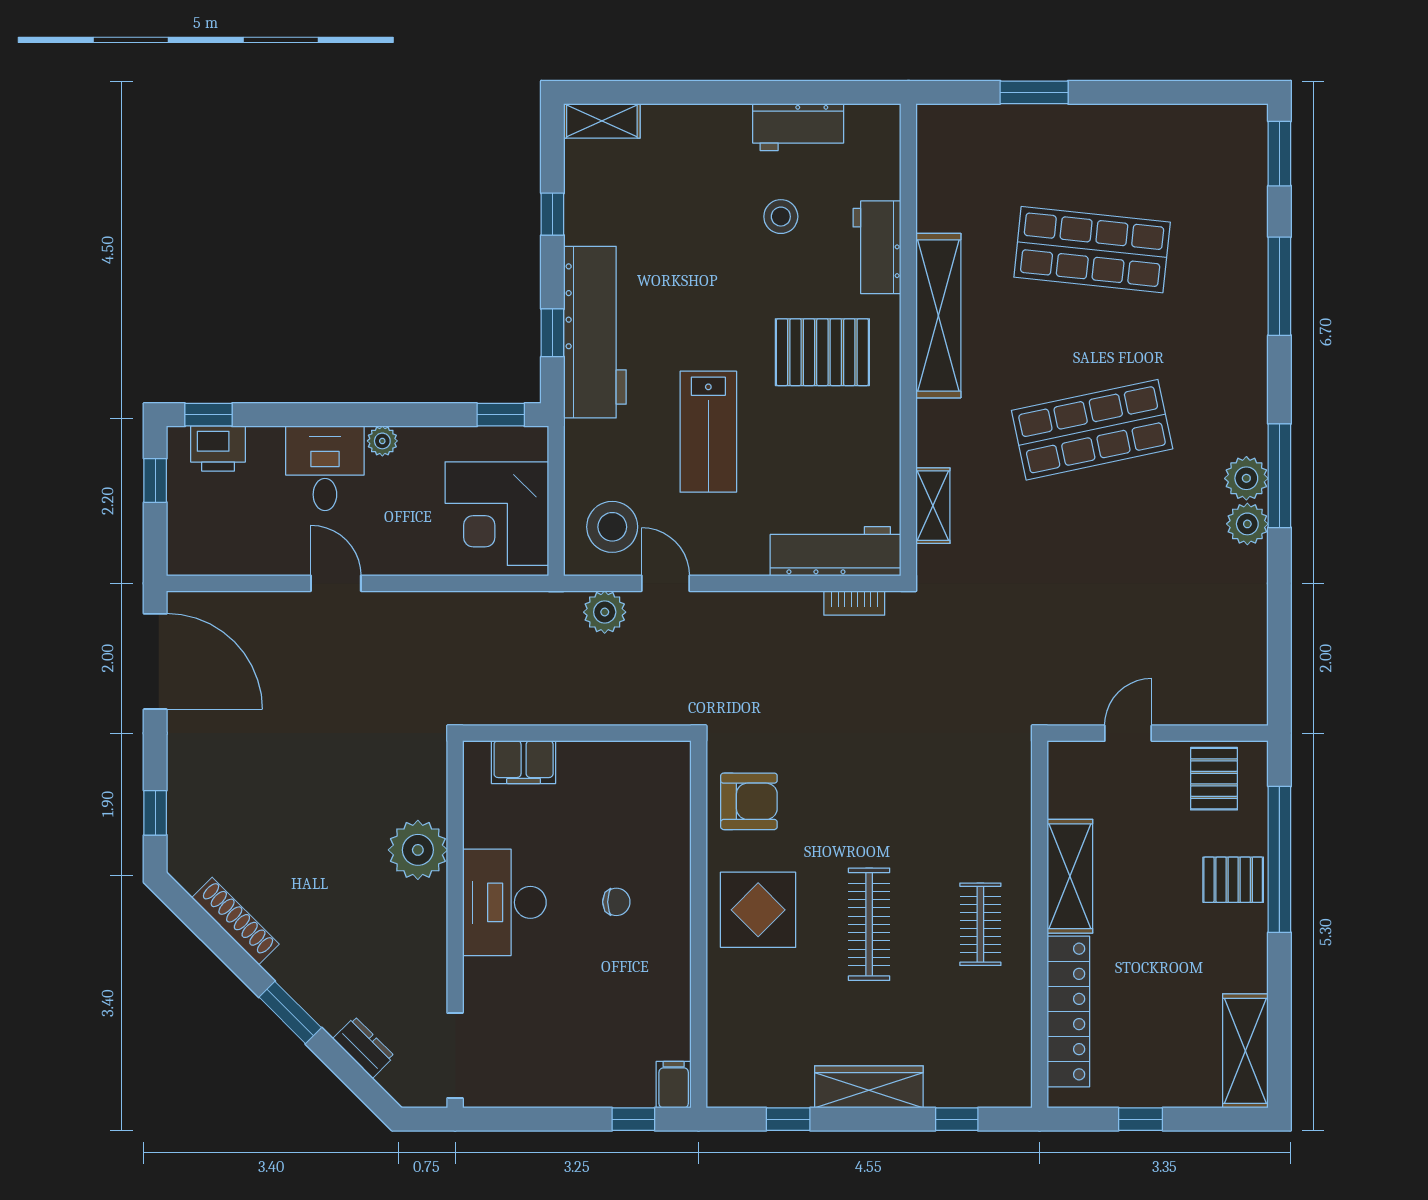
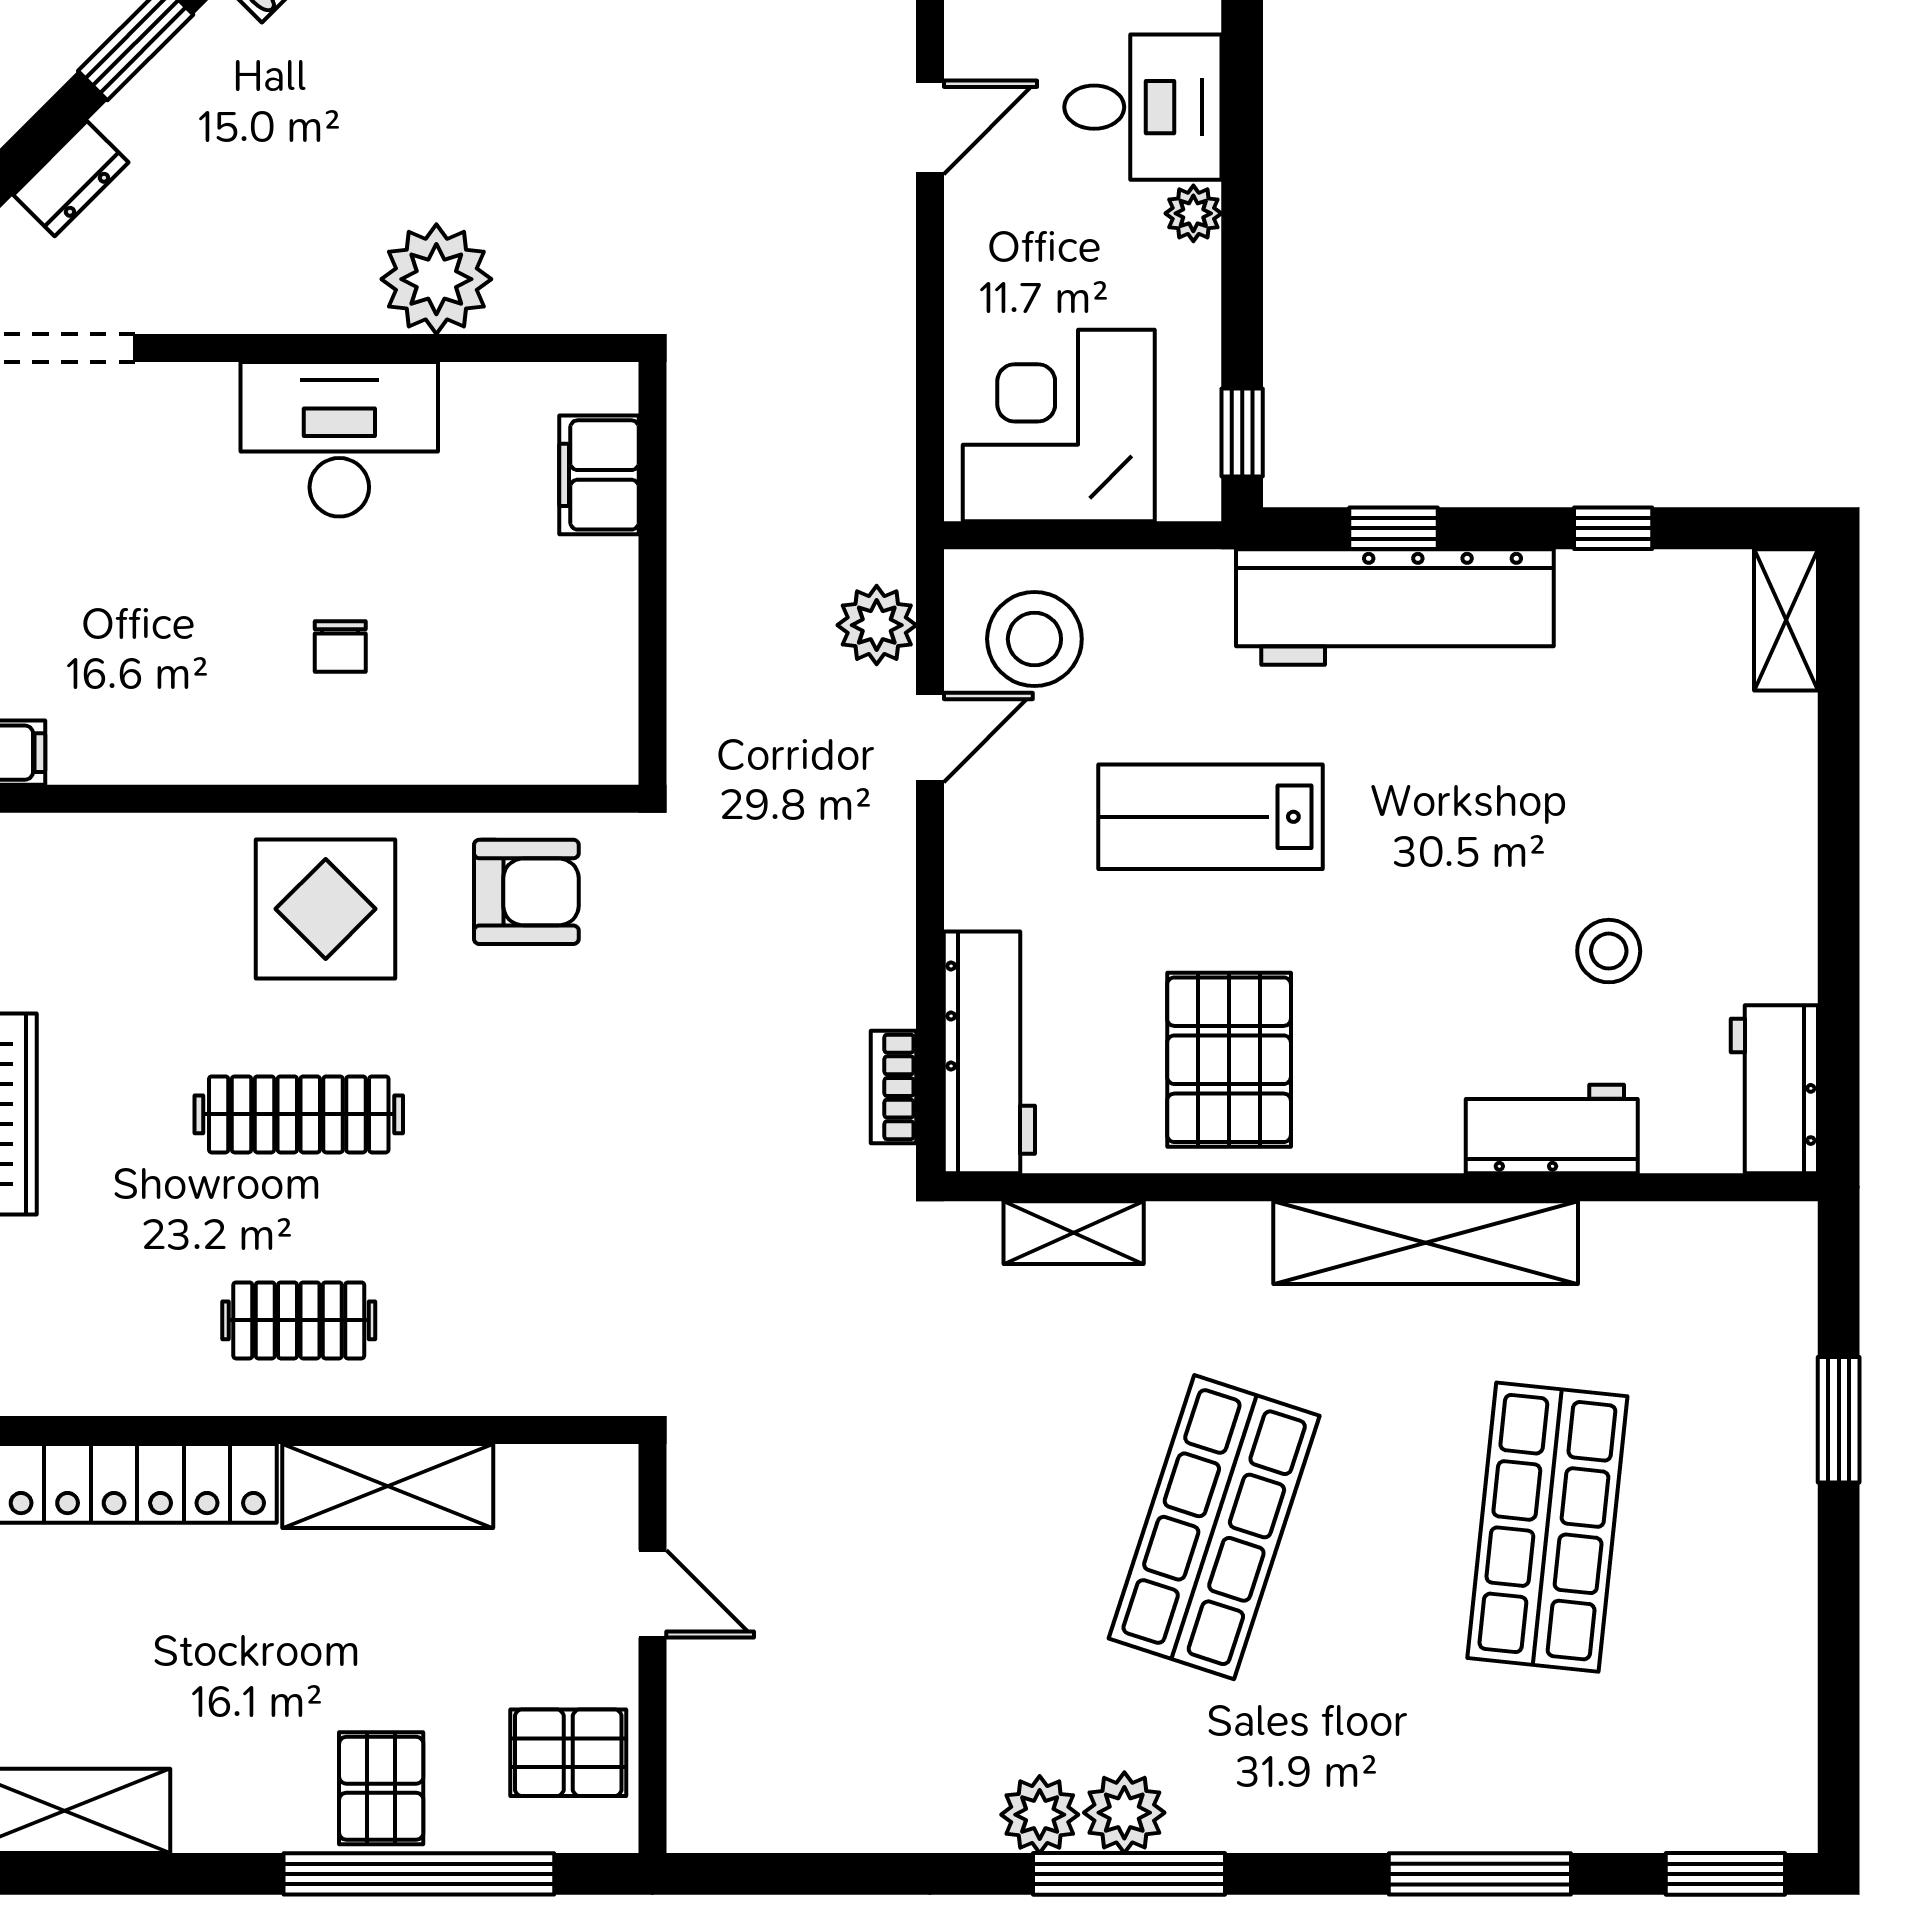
workbench: (798, 127) -> (1774, 1089), moved
pallet: (822, 352) -> (1229, 1060), moved
shop shelf: (1092, 430) -> (1214, 1527), turned 30
armchair: (749, 801) -> (526, 892), turned -90

